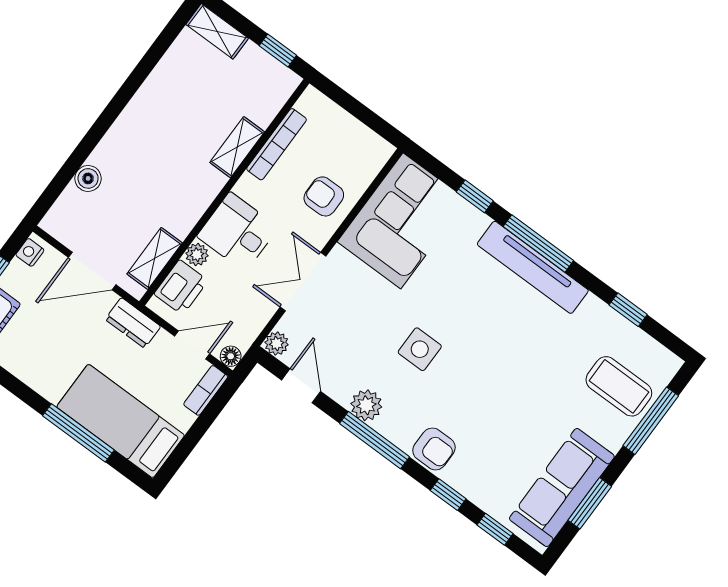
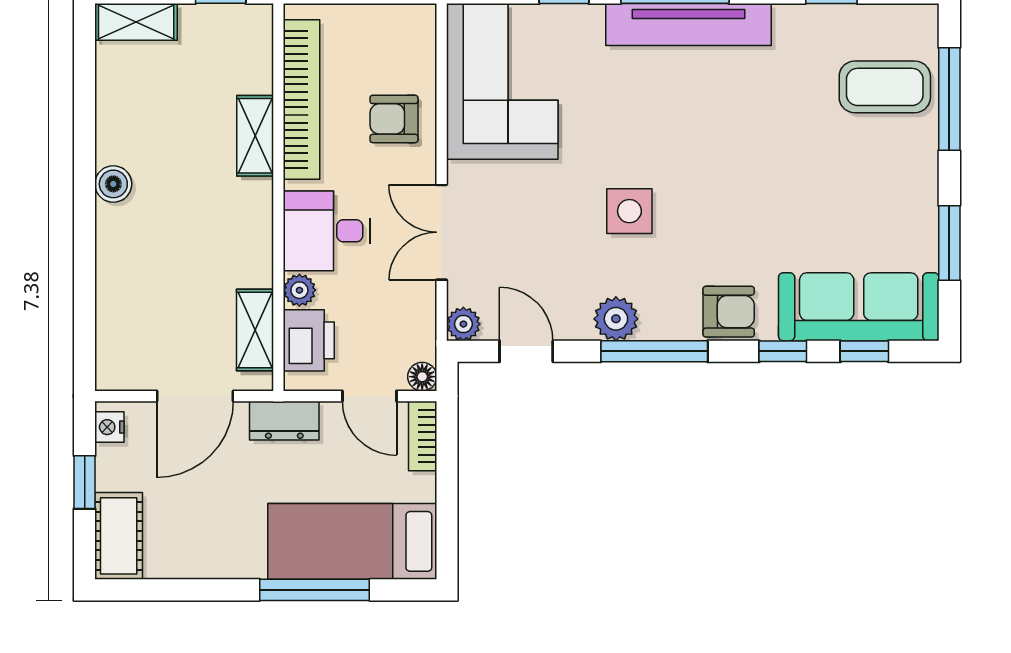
bookcase: (277, 144) -> (301, 100), width x1.48, depth x1.31
boiler: (88, 178) -> (113, 184), moved
door: (192, 345) -> (369, 396), swing flipped
sofa: (562, 488) -> (859, 307), moved, turned 90

